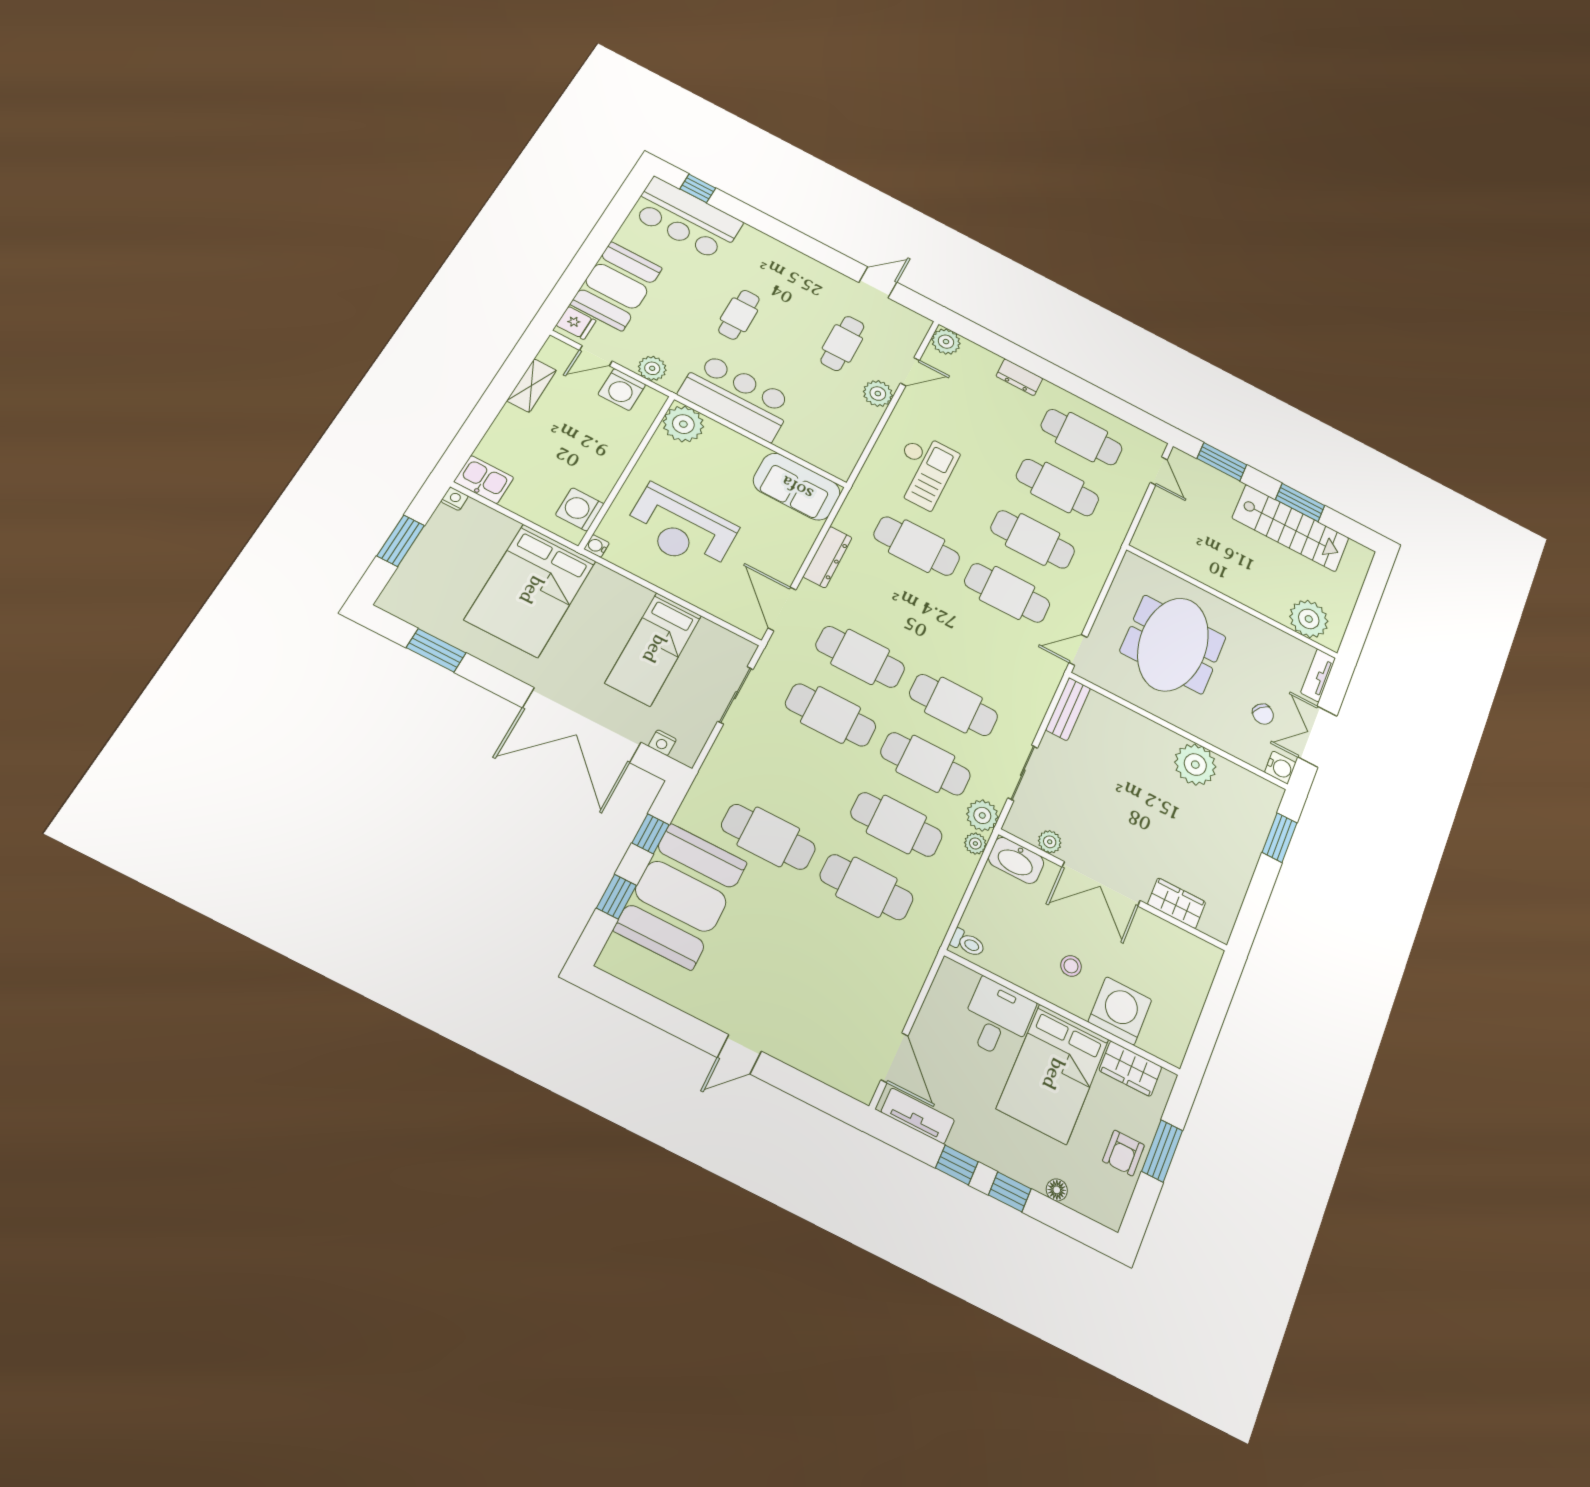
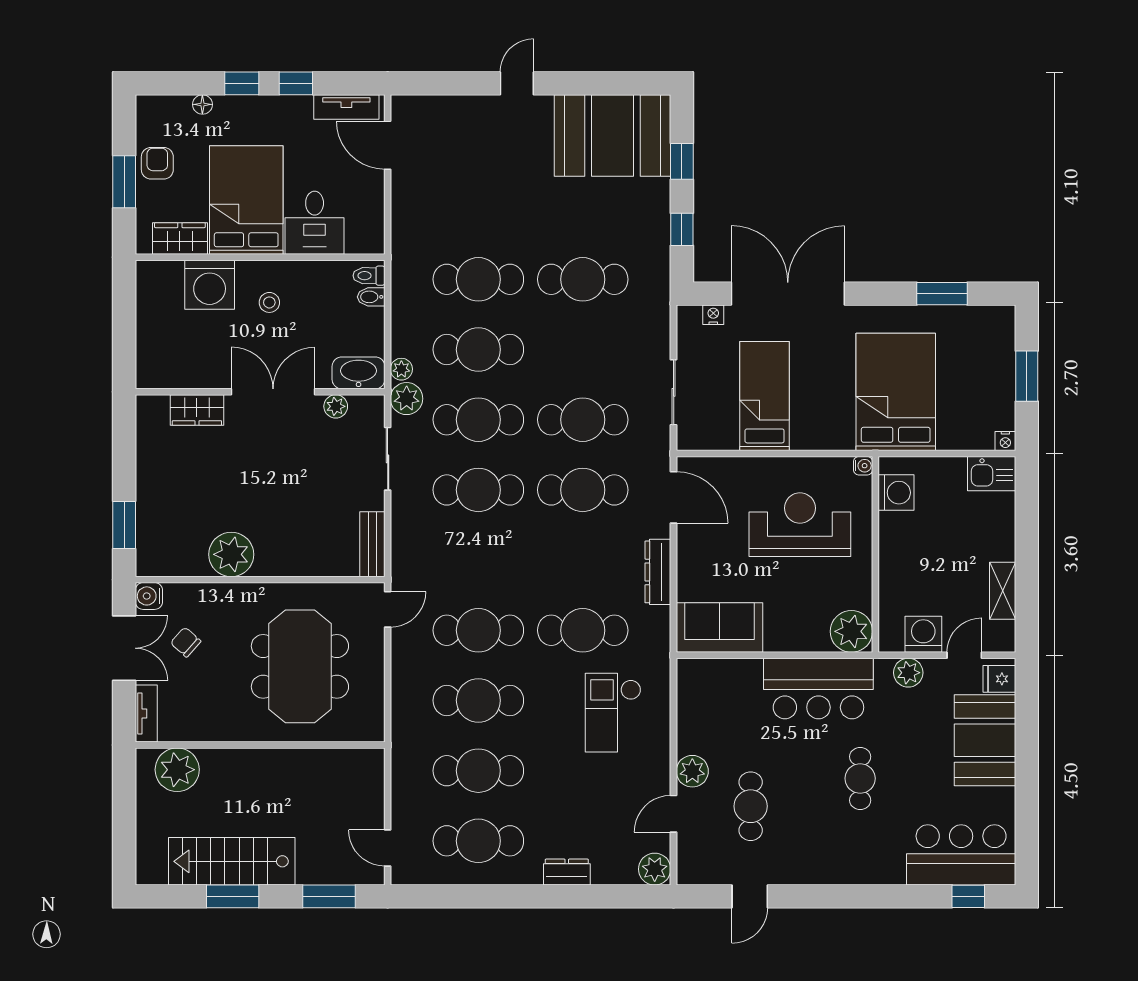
booth: (681, 896) -> (613, 135), moved, turned 90
bidet: (974, 923) -> (371, 297), added

